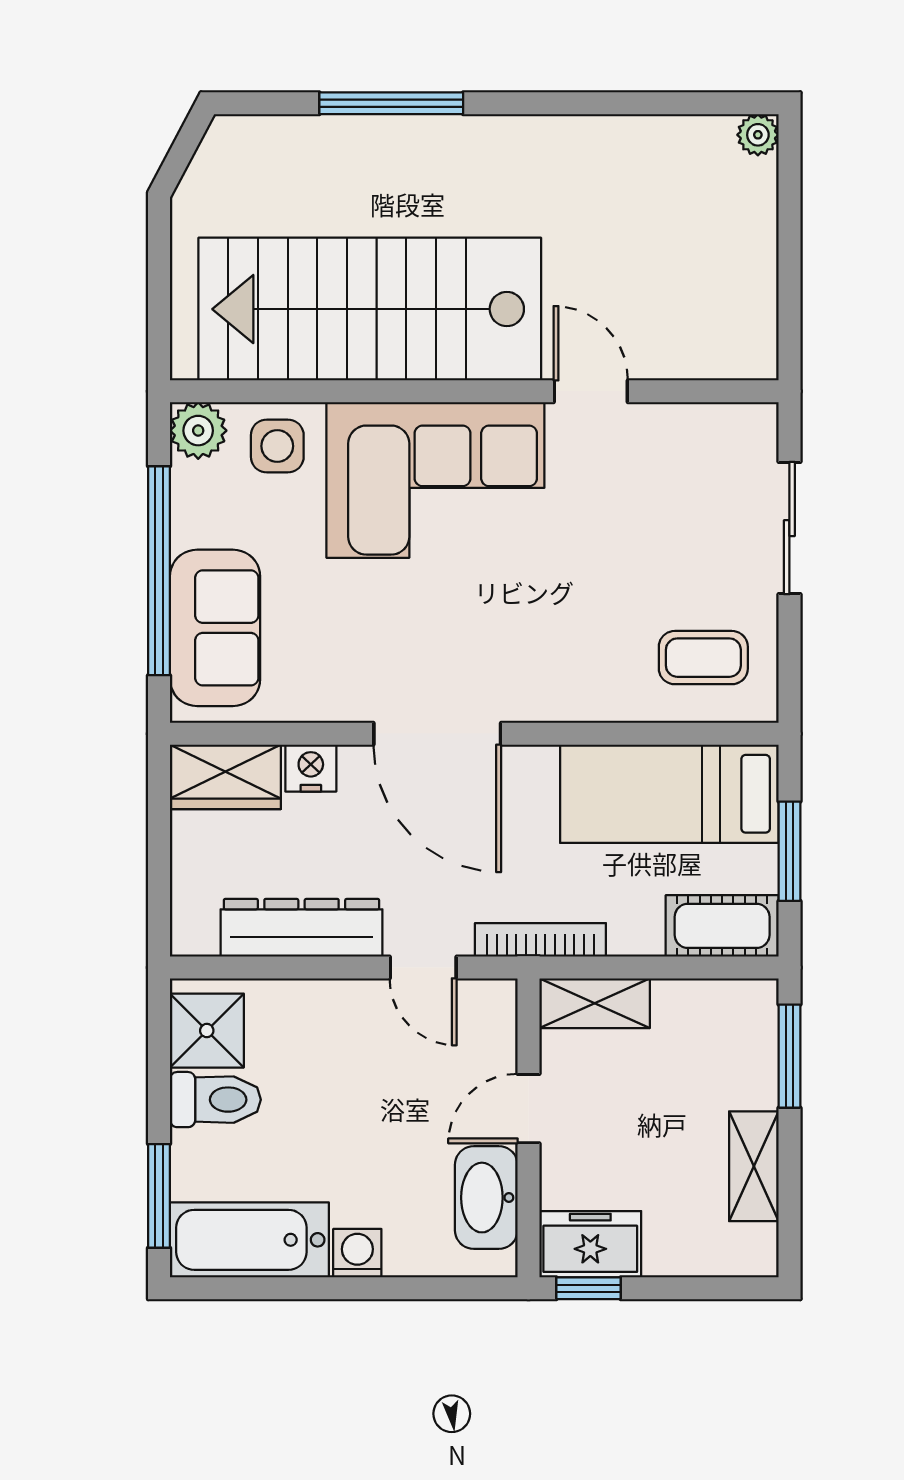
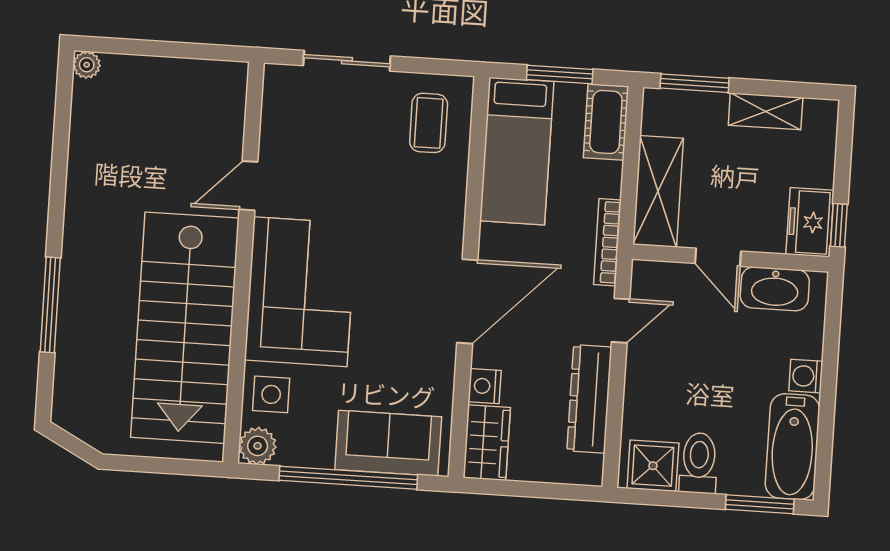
shelving: (595, 1003) -> (658, 191), width x1.50, depth x1.33

